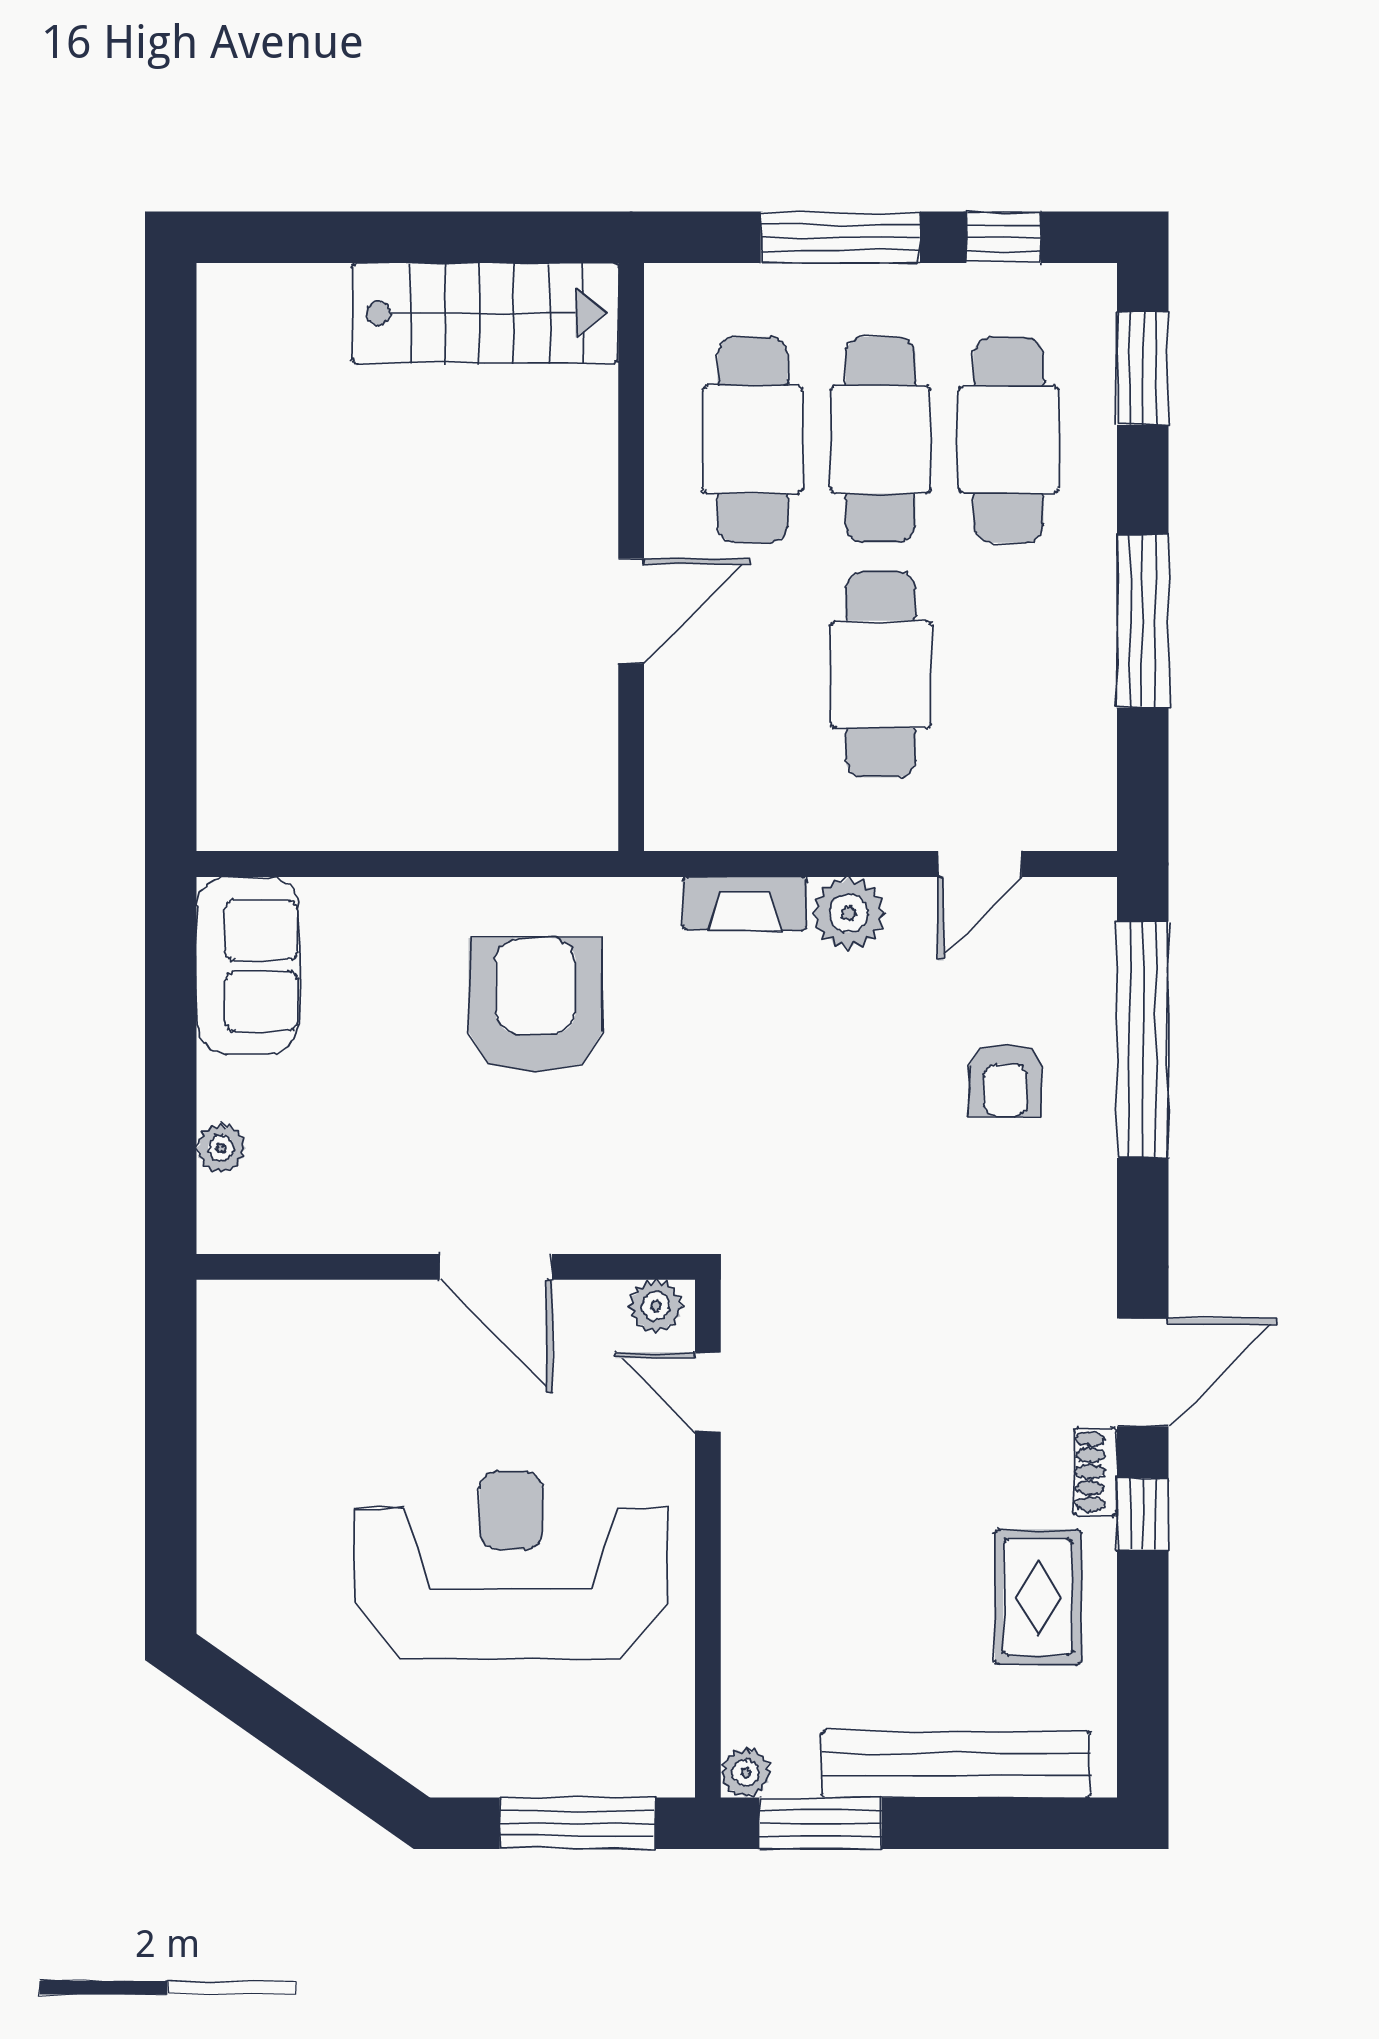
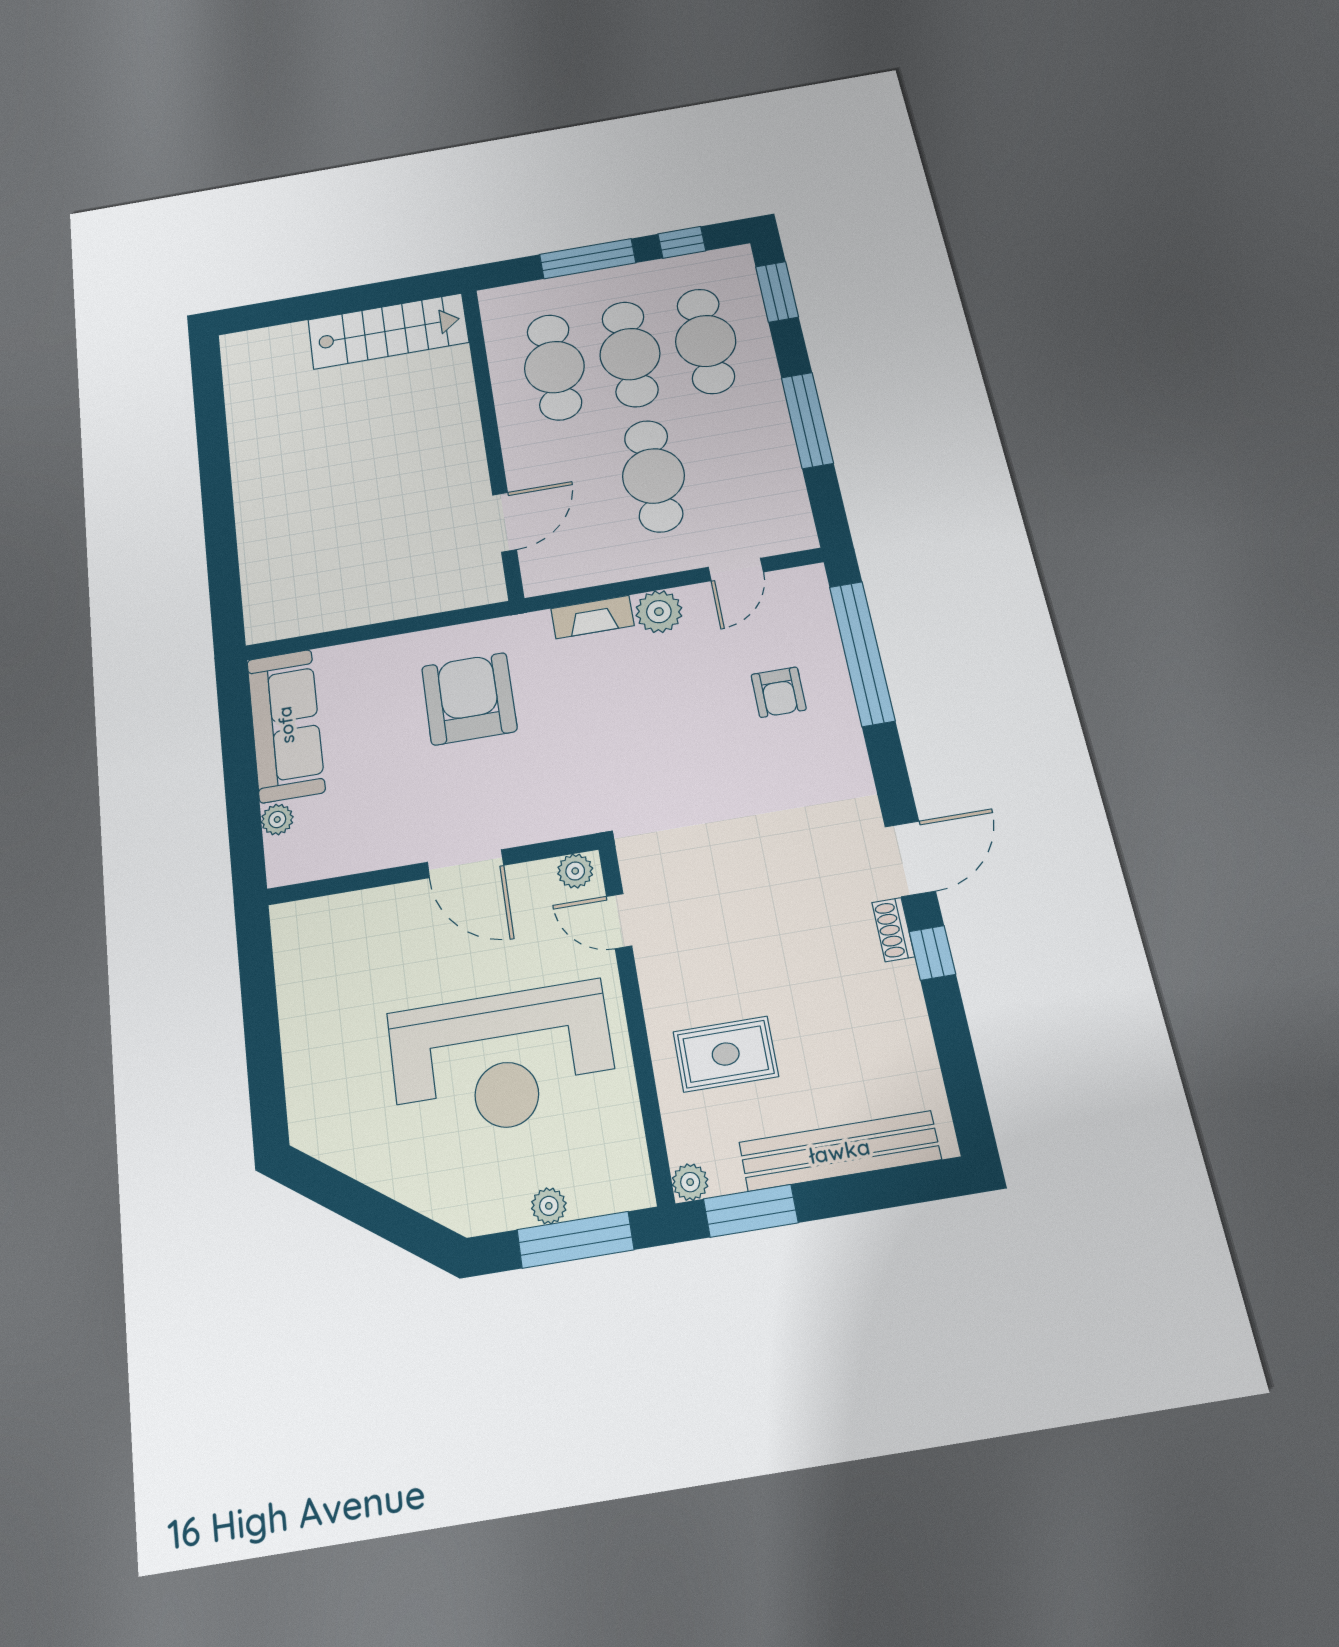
door: (631, 611) -> (505, 522), moved
sofa: (248, 966) -> (286, 725), width x1.36
reception desk: (511, 1565) -> (502, 1060), turned 180
rug: (1038, 1597) -> (726, 1054), moved, turned 90
plant: (548, 1773) -> (549, 1206), added

